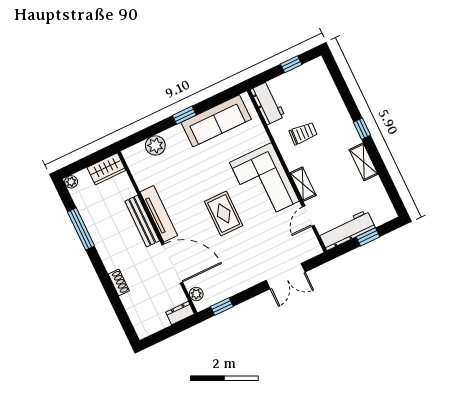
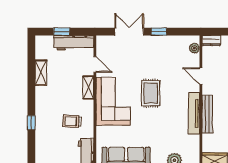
window: (362, 129) -> (31, 123), moved
shelving: (364, 162) -> (41, 73), moved
door: (308, 216) -> (95, 64), hinge flipped
door: (172, 263) -> (201, 76), width x0.53
window: (222, 307) -> (159, 32), moved

